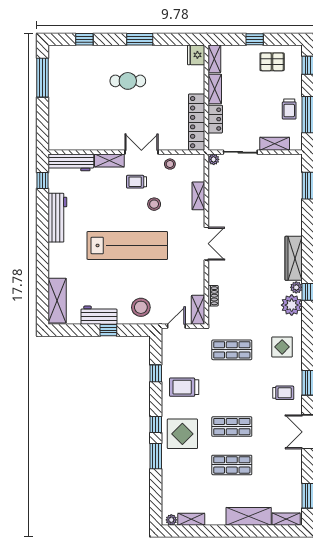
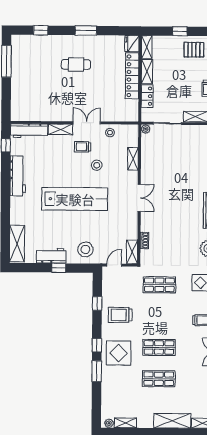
locker: (197, 122) -> (132, 76), moved

